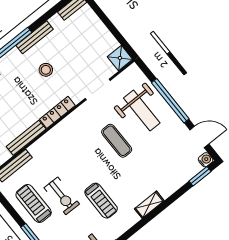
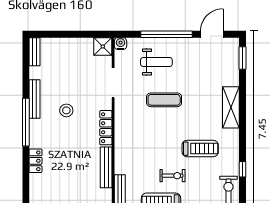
weight bench: (142, 111) -> (156, 62), width x0.73, depth x0.75
water cooler: (206, 160) -> (121, 44), moved
exercise bike: (62, 196) -> (172, 176), width x0.73, depth x0.72
shelving: (149, 205) -> (231, 107), width x1.50, depth x1.33

